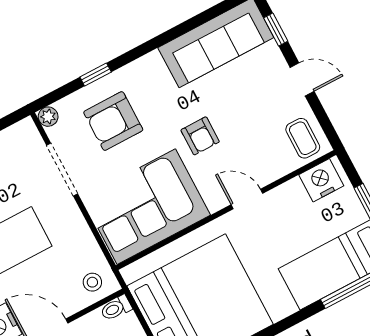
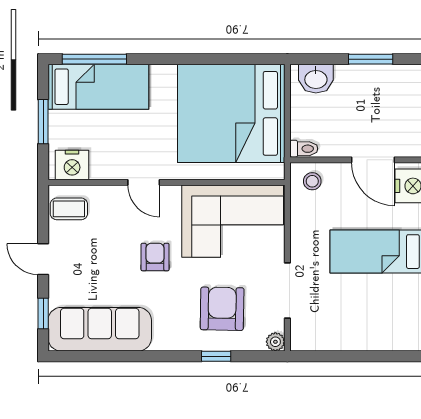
armchair: (113, 121) -> (222, 309), turned -89
coffee table: (303, 138) -> (69, 209), turned 90

